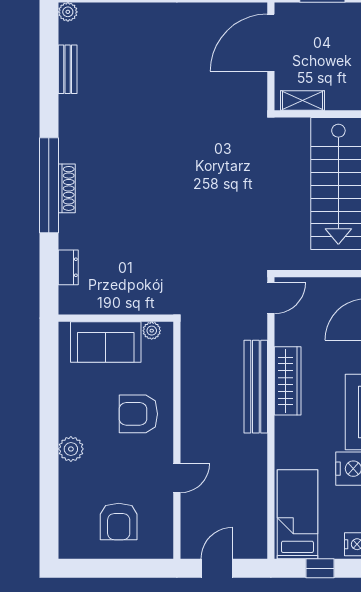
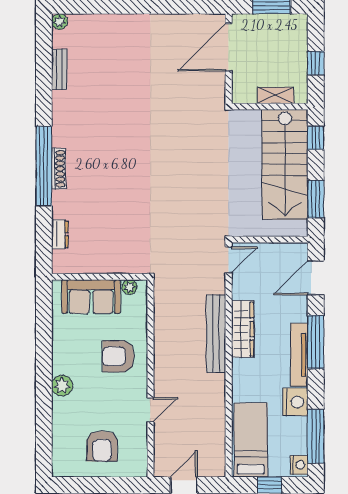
shelving: (303, 100) -> (276, 95), moved

